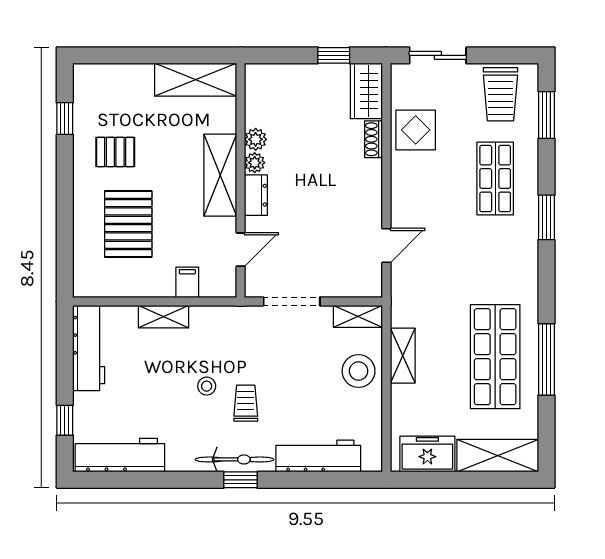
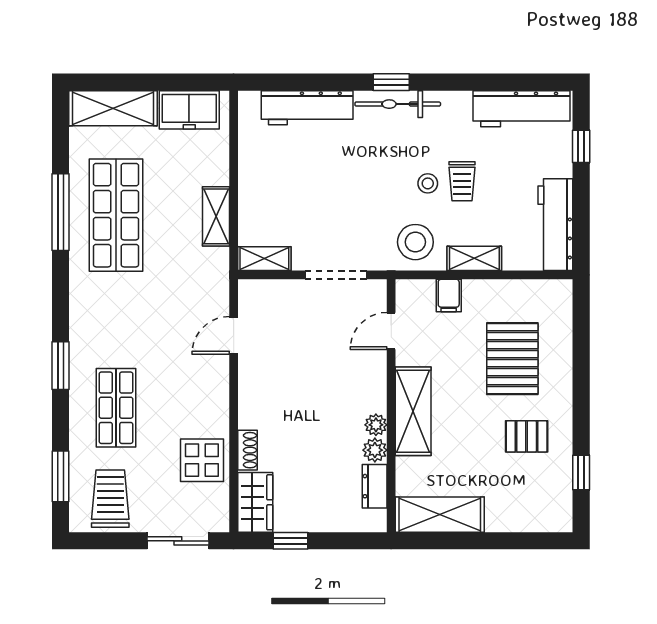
dresser: (256, 195) -> (375, 486), moved
stool: (359, 371) -> (415, 242), moved
trolley: (246, 403) -> (462, 181), moved

